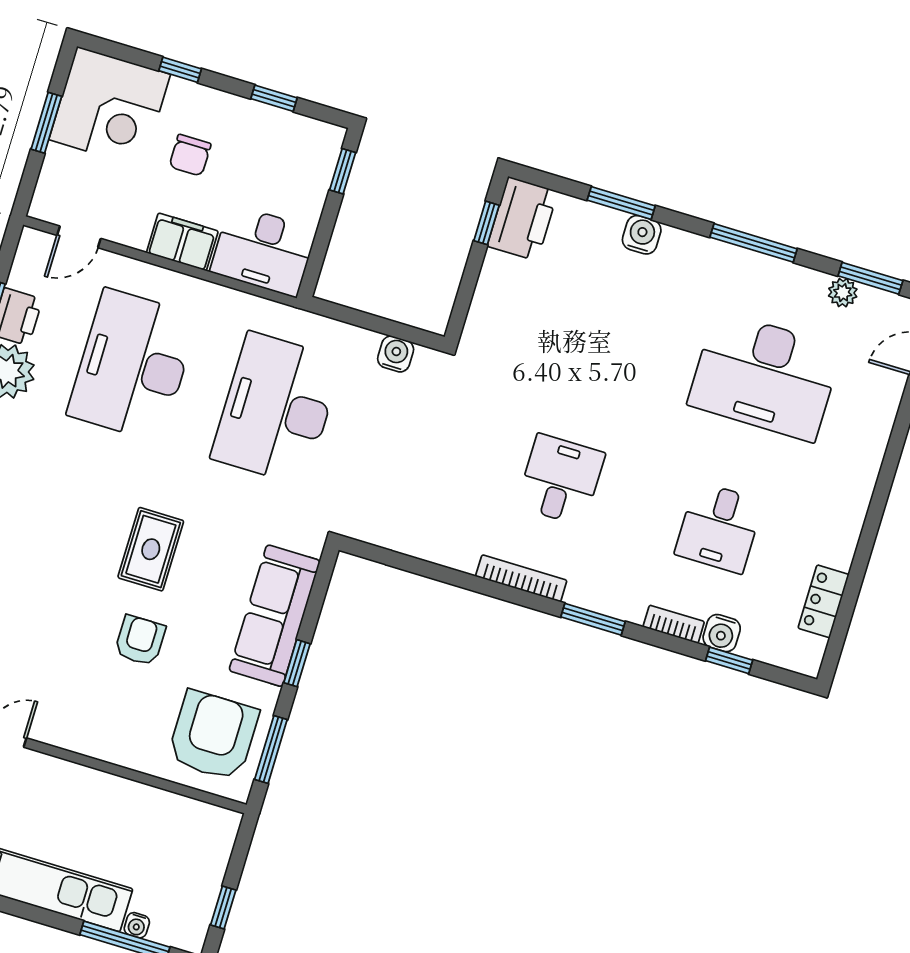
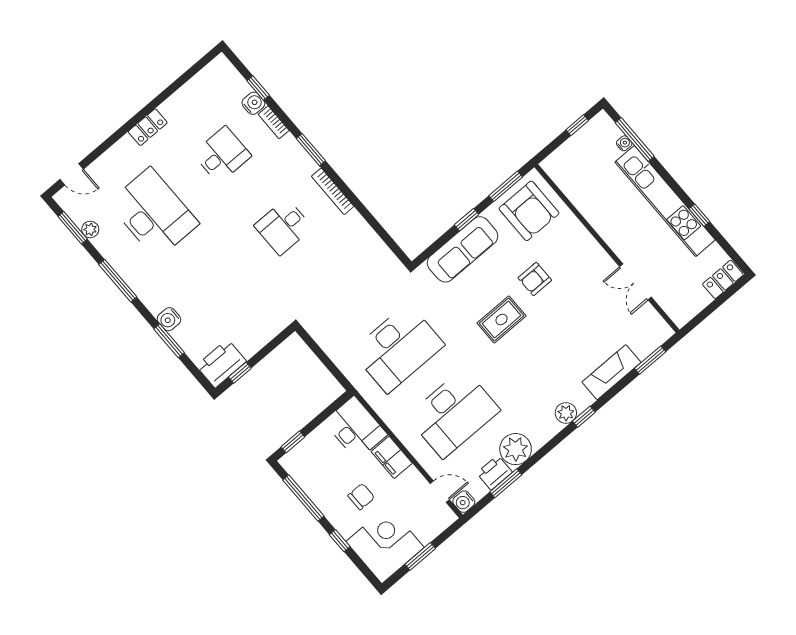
window: (274, 98) -> (303, 498), width x2.17
water cooler: (396, 354) -> (464, 502), moved
locker: (824, 601) -> (148, 127), moved
armchair: (213, 735) -> (529, 211), turned -90

